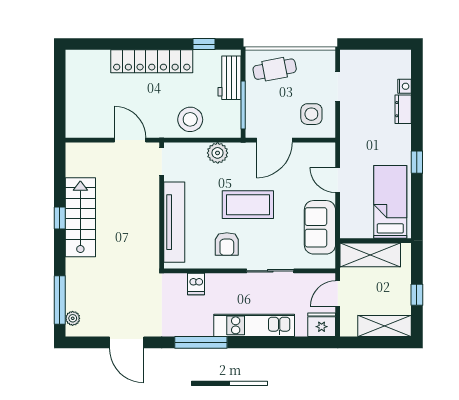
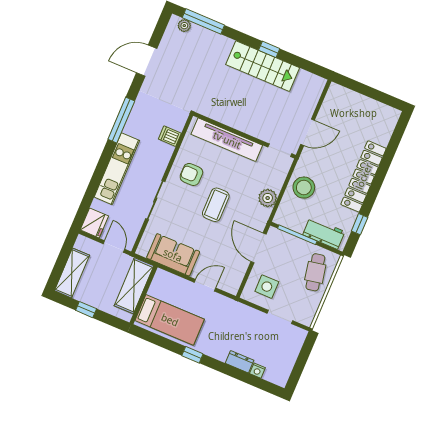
coffee table: (248, 205) -> (216, 205), width x0.73, depth x0.76

